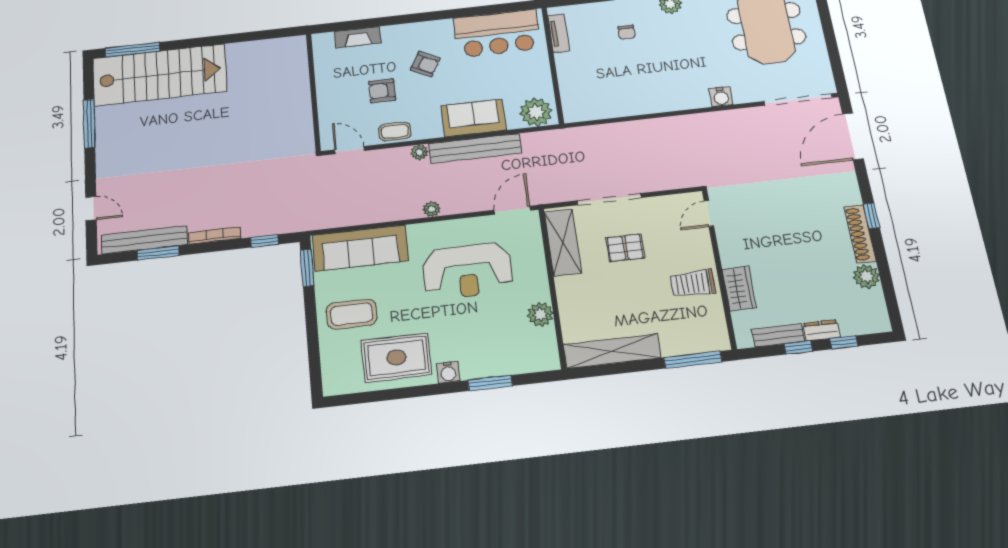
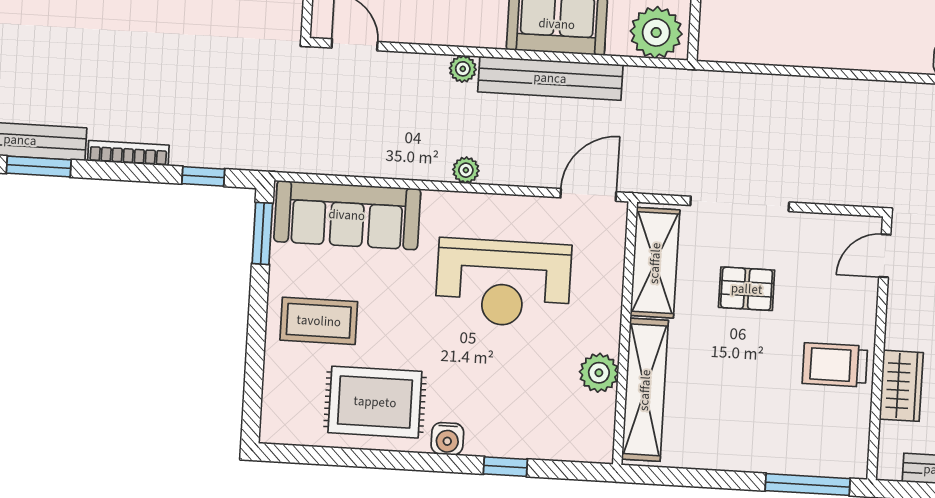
coffee table: (395, 131) -> (430, 25), removed
shelving: (612, 351) -> (645, 390), moved, turned 90
window: (490, 383) -> (505, 467), width x0.67

